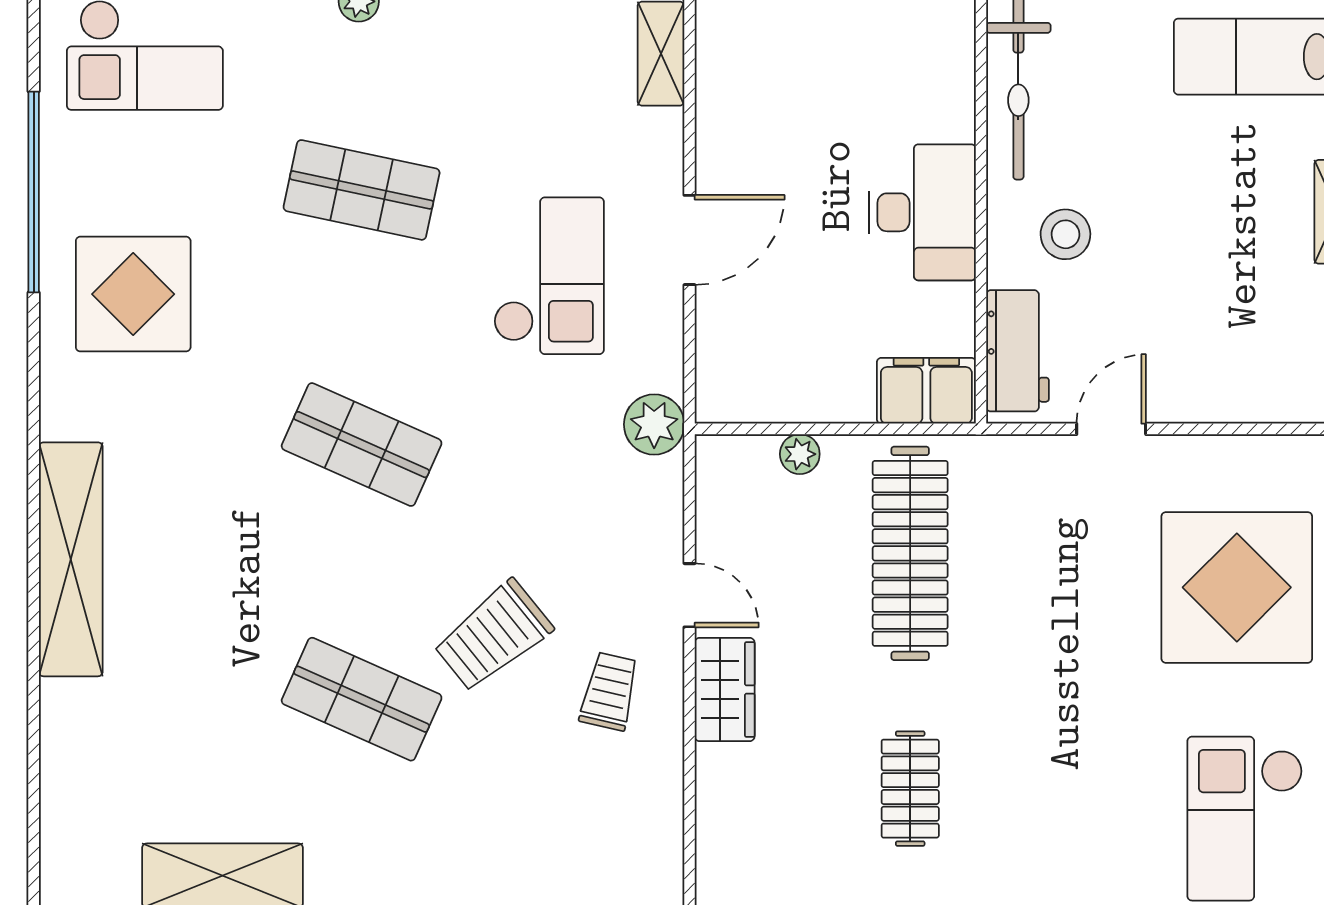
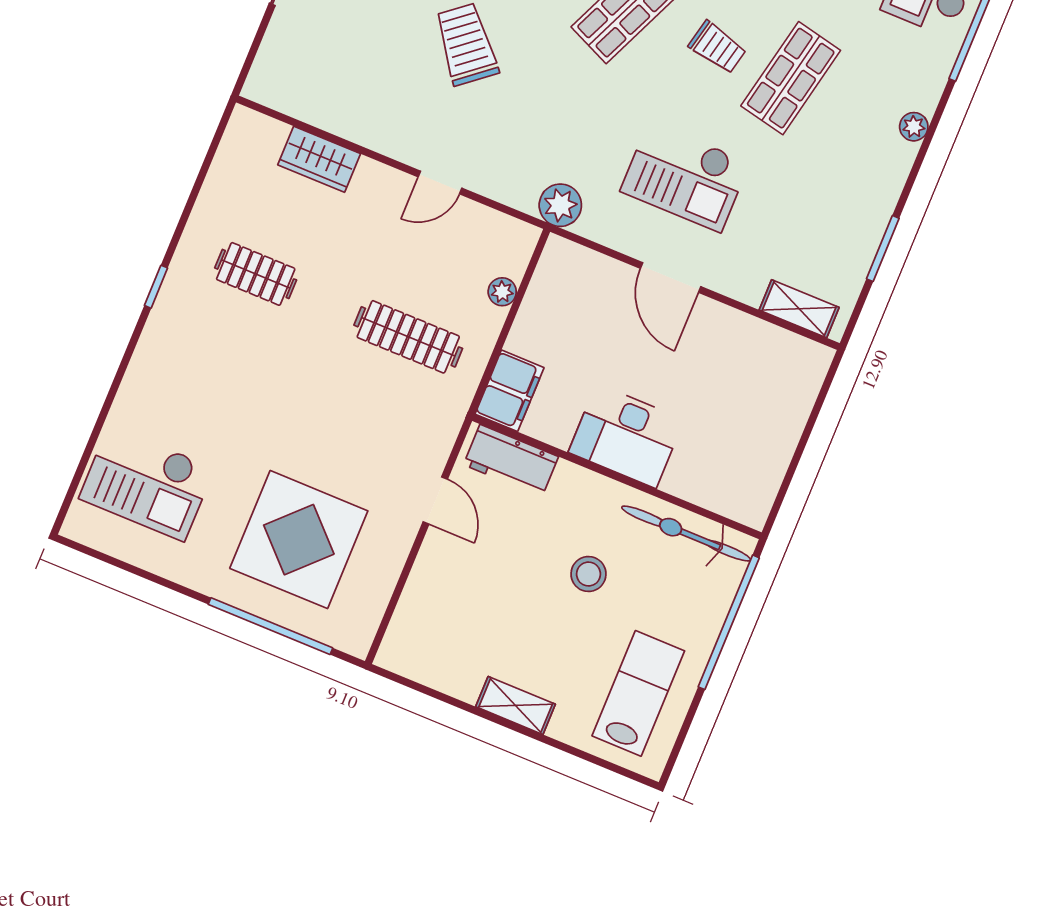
stool: (1065, 234) -> (588, 574), moved
clothes rail: (910, 553) -> (408, 337), width x0.73, depth x0.76
wardrobe: (725, 690) -> (319, 159), moved
trolley: (609, 691) -> (717, 47), moved
checkout: (1245, 819) -> (147, 483), turned 180

